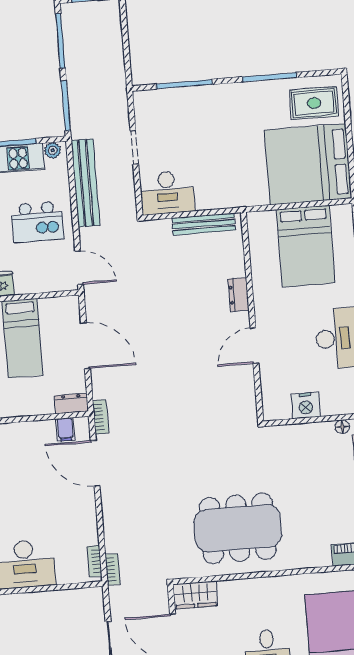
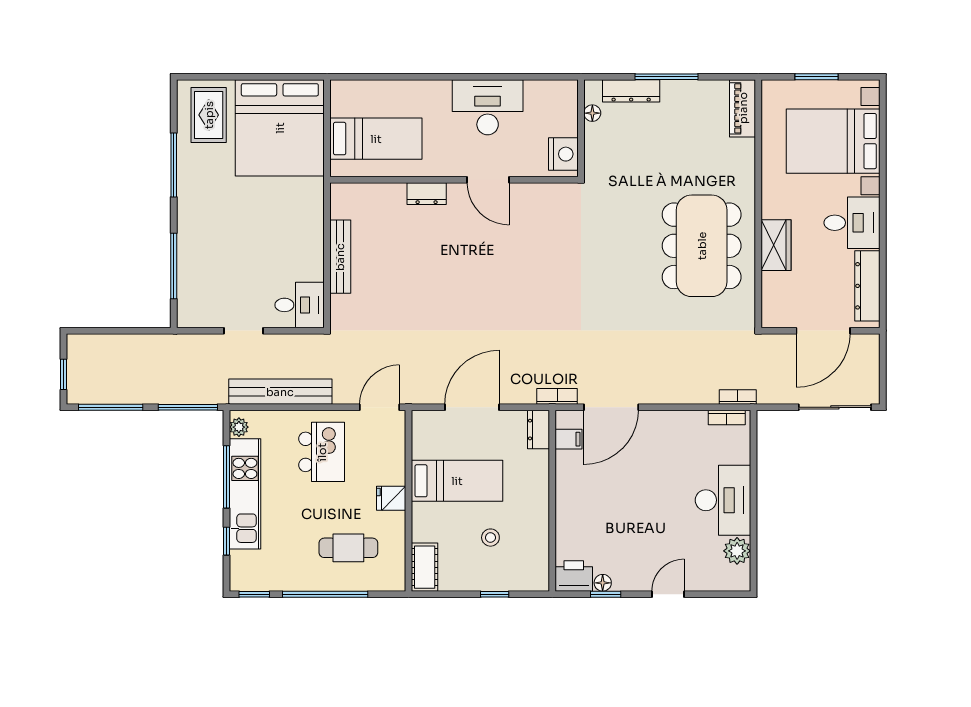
desk: (167, 193) -> (300, 305), width x0.73
bed: (306, 246) -> (376, 139), width x0.67
dresser: (238, 295) -> (427, 194), moved
wall: (252, 317) -> (454, 180), moved
door: (254, 345) -> (488, 180), moved
wardrobe: (195, 595) -> (776, 245), moved

